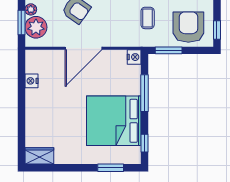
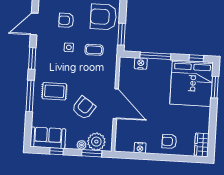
nightstand: (134, 57) -> (141, 64), moved
armchair: (41, 116) -> (169, 141), added
bed: (114, 121) -> (192, 83), moved

